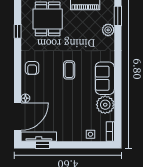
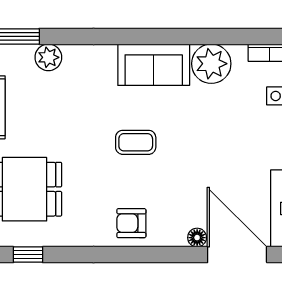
window: (18, 31) -> (28, 255), moved
armchair: (32, 68) -> (131, 223), turned 180

